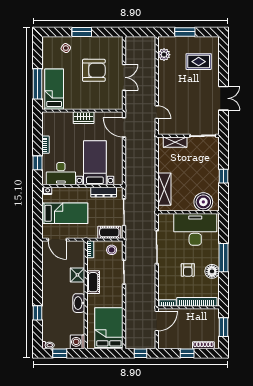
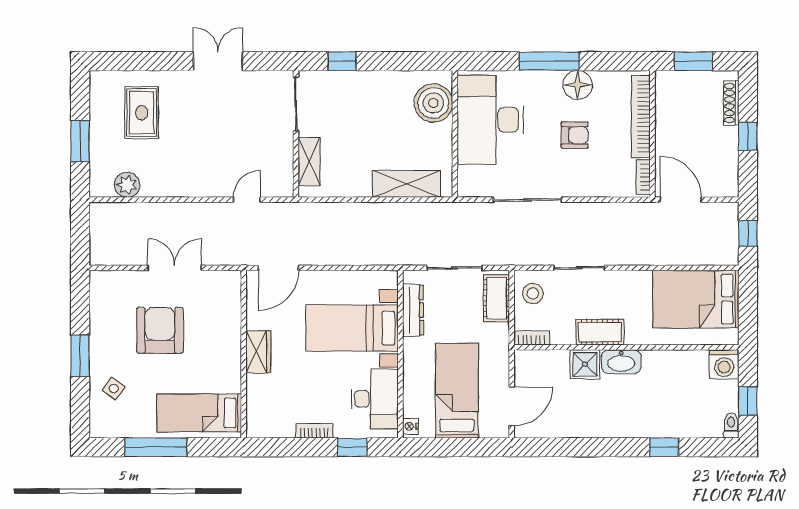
window: (38, 84) -> (156, 447), moved
window: (223, 176) -> (342, 61), moved
washbasin: (79, 303) -> (621, 362), moved

